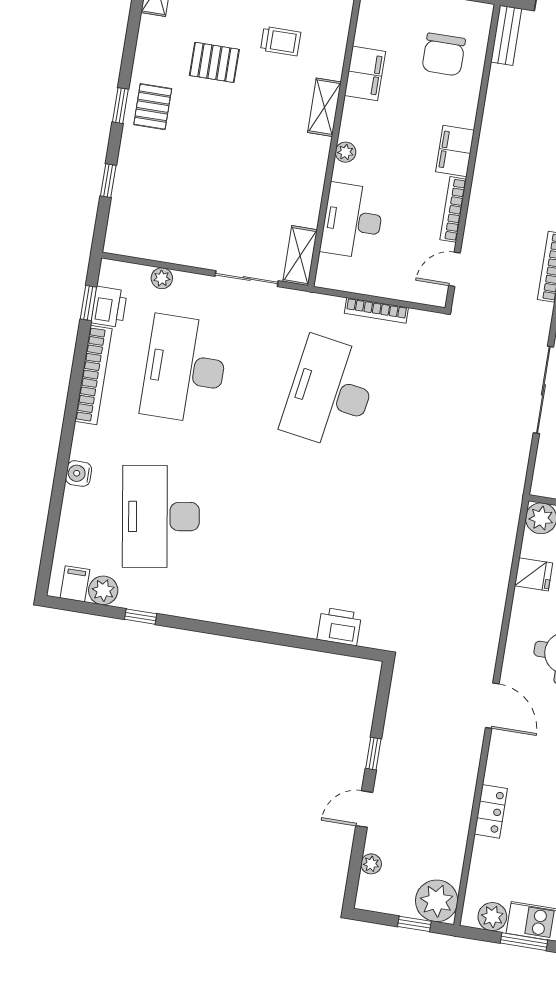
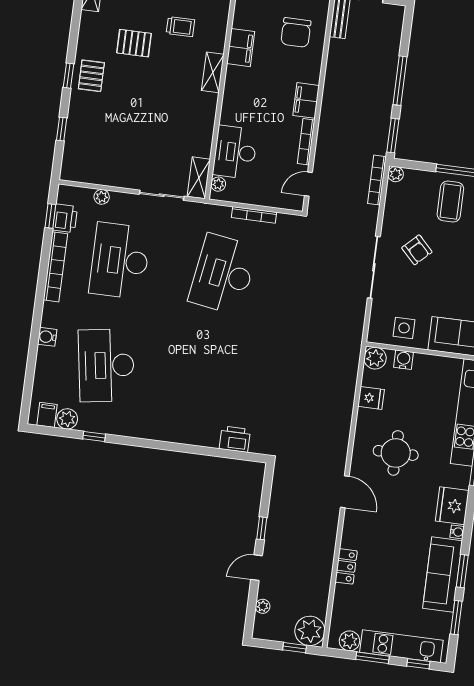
plant: (346, 152) -> (218, 184), moved

